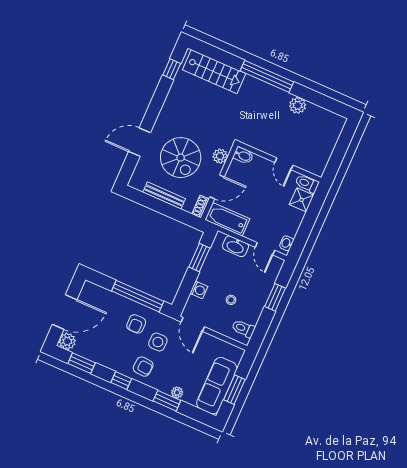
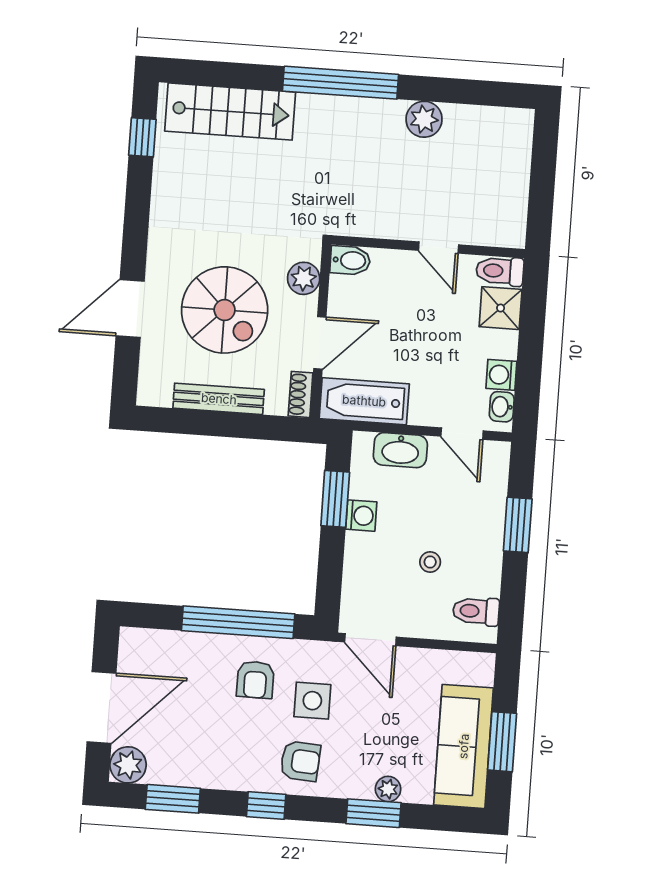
washing machine: (291, 229) -> (501, 375), added
washing machine: (199, 290) -> (361, 516), moved

